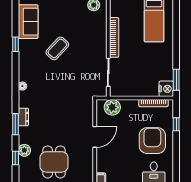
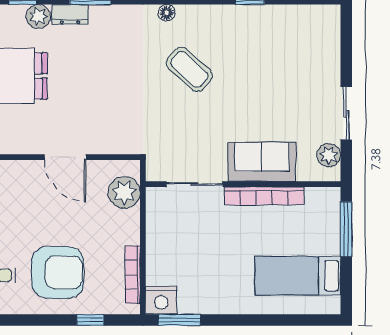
sofa: (28, 22) -> (262, 162), moved, turned 180
coffee table: (57, 48) -> (189, 69), moved
dresser: (23, 117) -> (70, 15), moved

